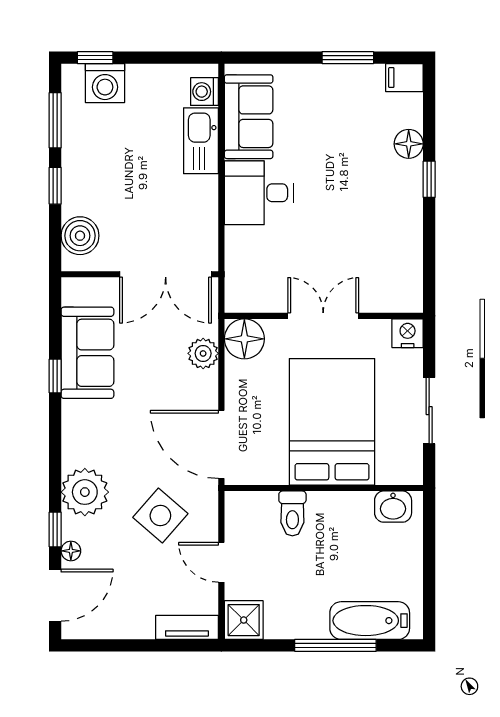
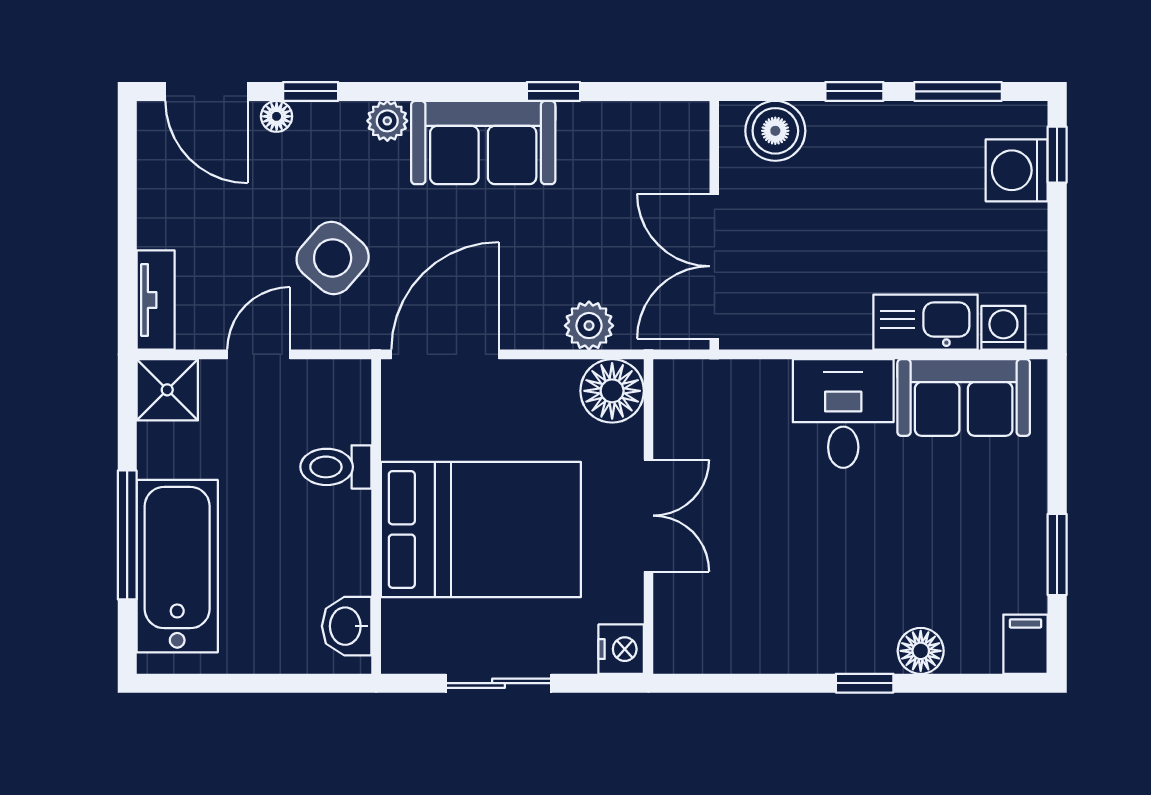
sofa: (87, 353) -> (483, 143), moved
plant: (85, 492) -> (387, 121), width x0.53, depth x0.53
bathtub: (370, 621) -> (177, 566), width x1.36, depth x1.36

